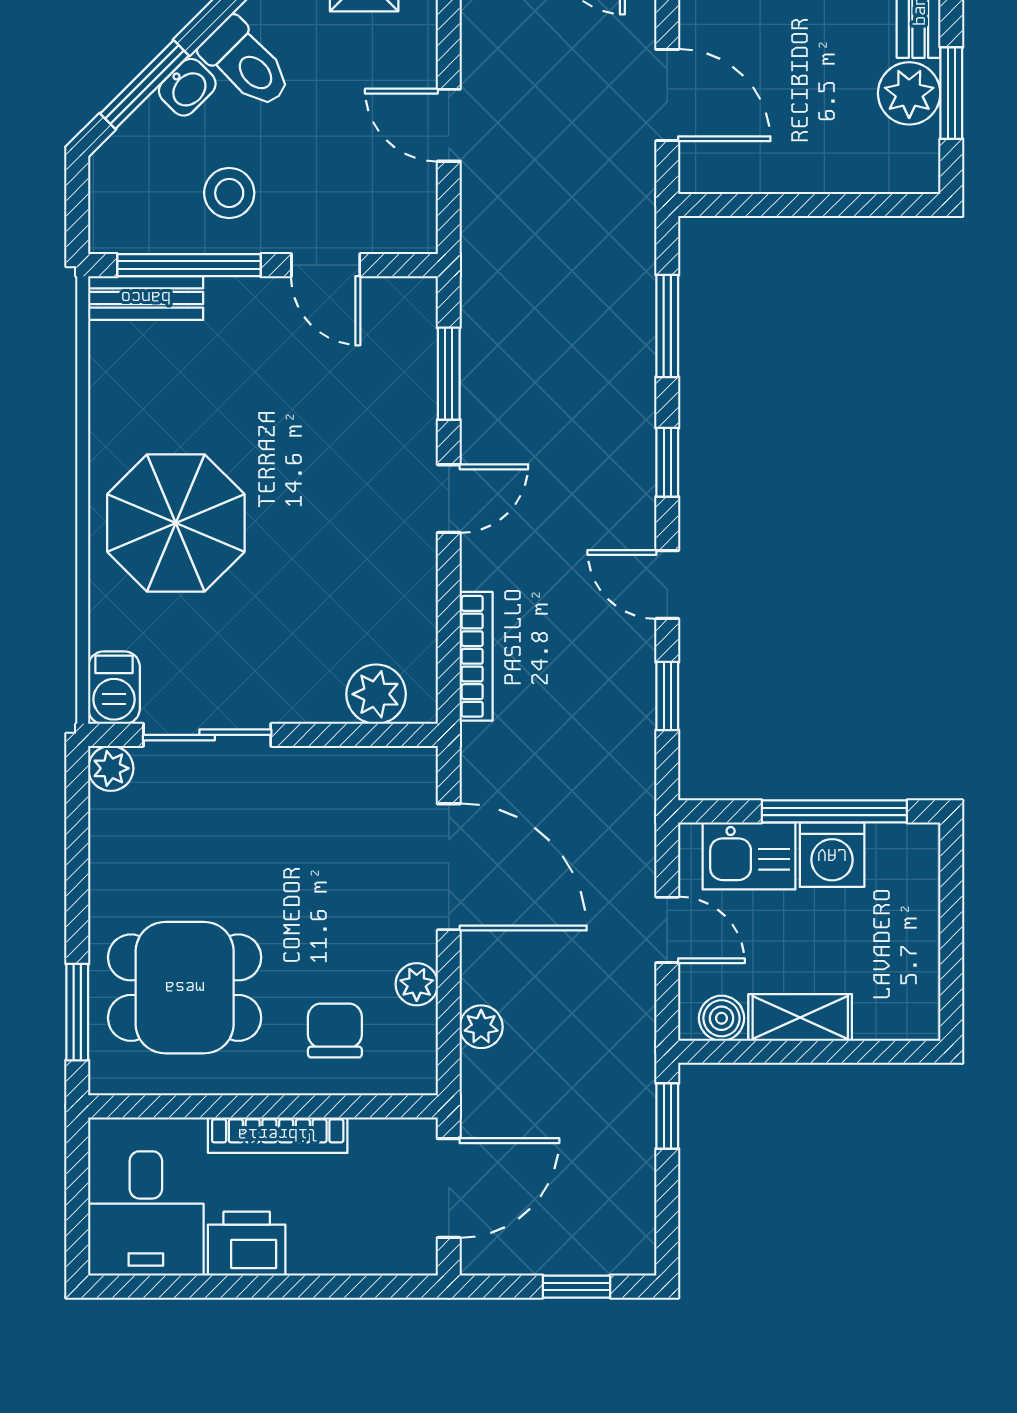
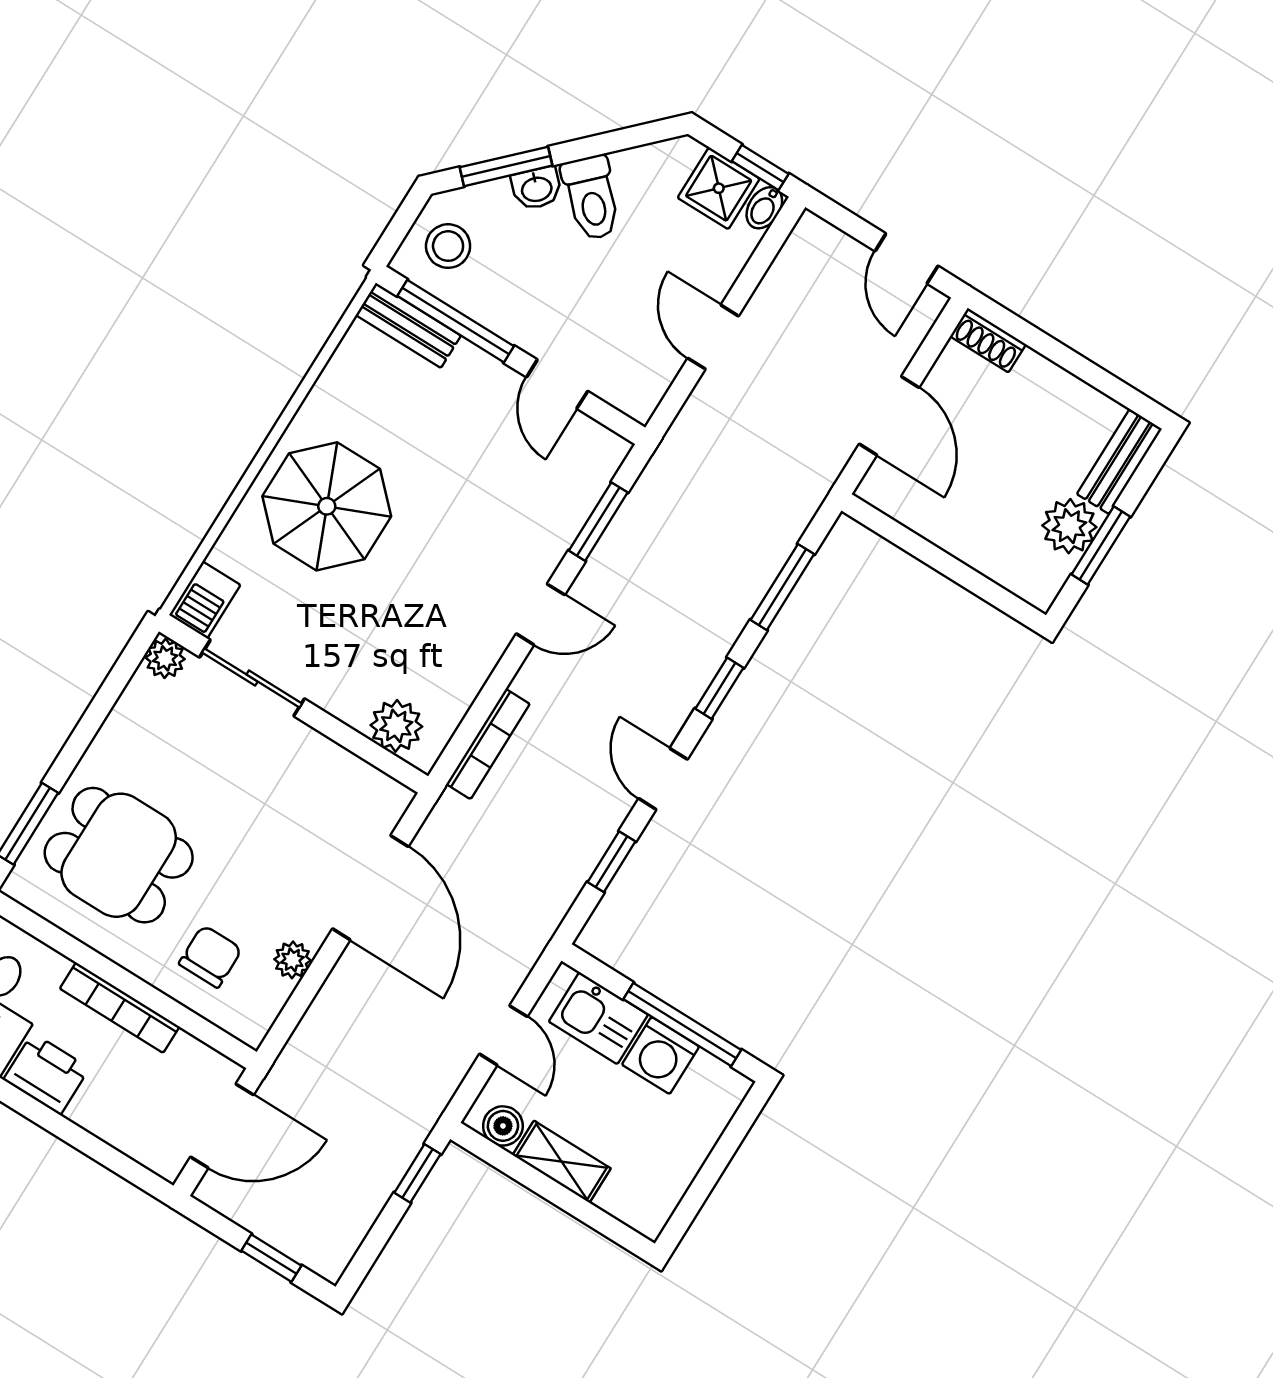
stool: (229, 193) -> (448, 246), moved
plant: (481, 1027) -> (321, 1021), removed

